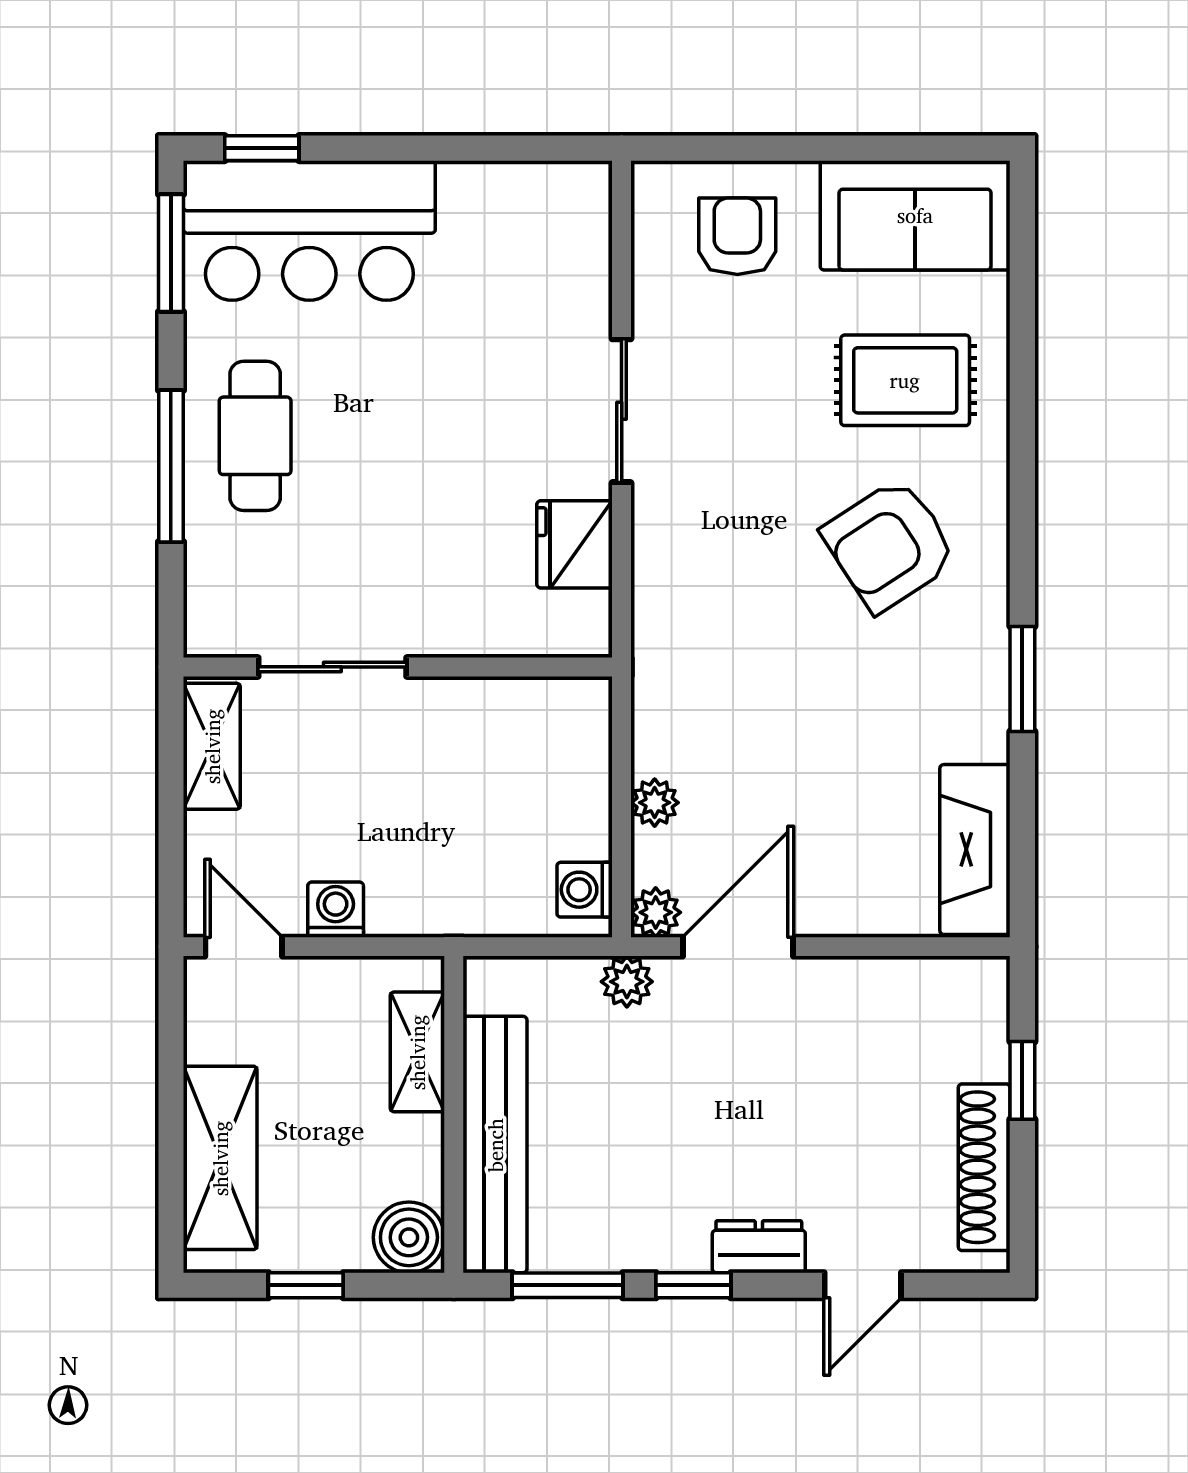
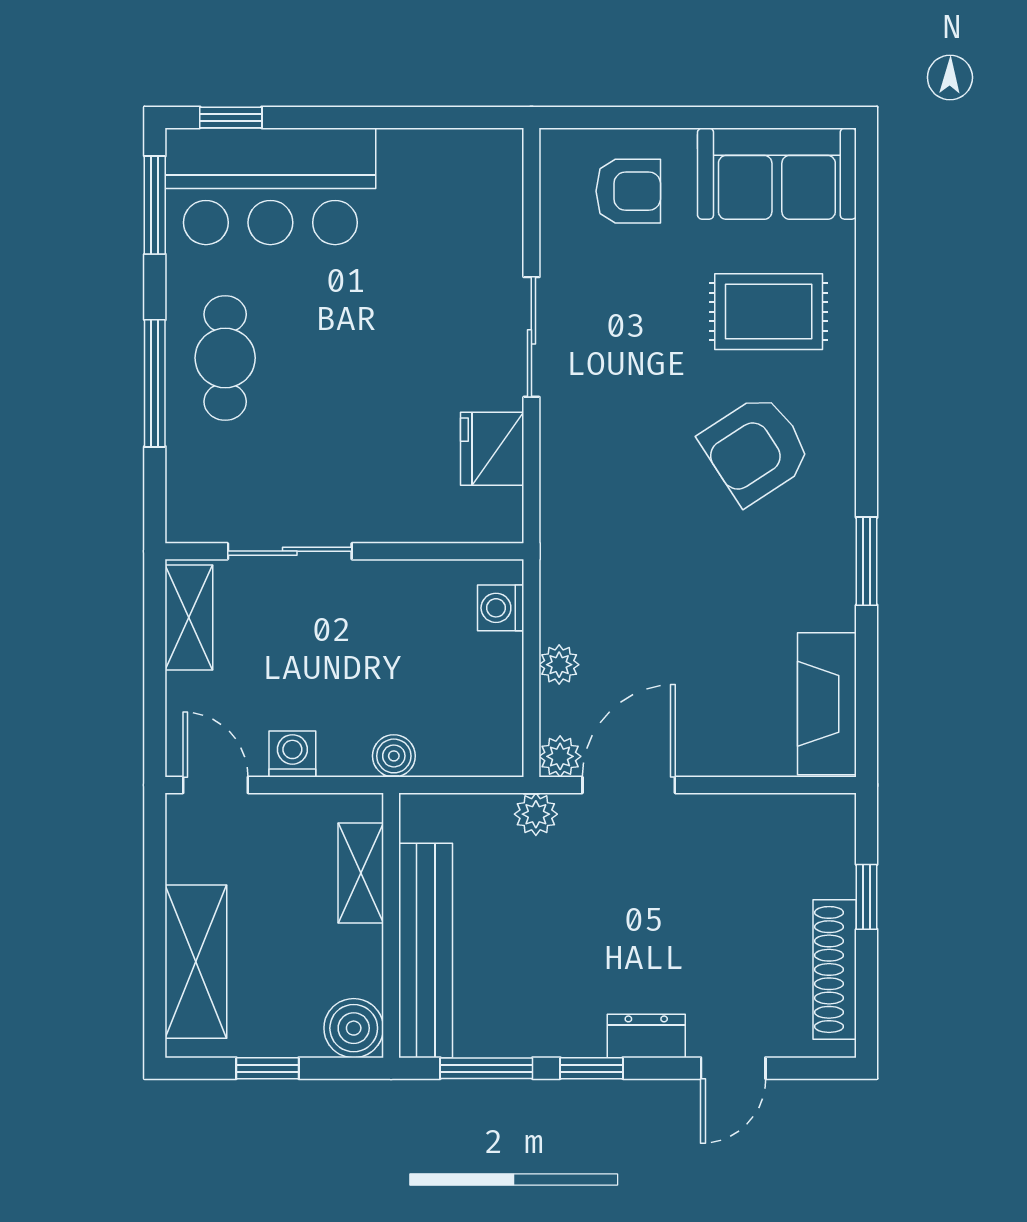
armchair: (737, 236) -> (628, 191), turned 90
washing machine: (585, 890) -> (501, 608), moved
boiler: (457, 912) -> (394, 756), added

